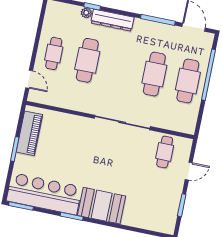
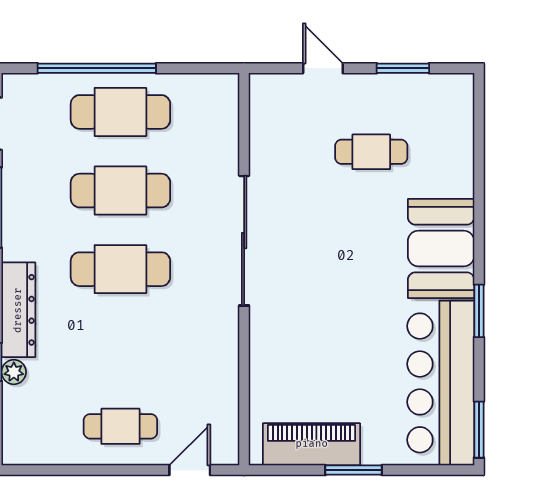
cafe table: (87, 60) -> (120, 269), moved
cafe table: (165, 152) -> (371, 152), moved

